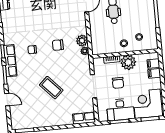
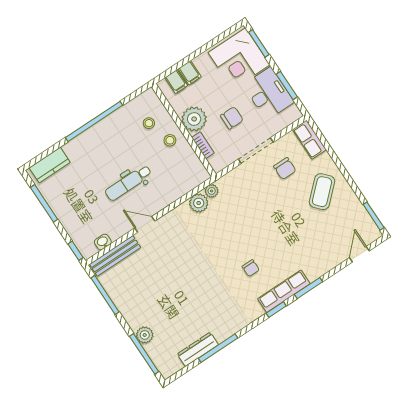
chair: (58, 45) -> (285, 169), moved
coffee table: (51, 88) -> (322, 192), moved
door: (7, 99) -> (359, 254), moved

